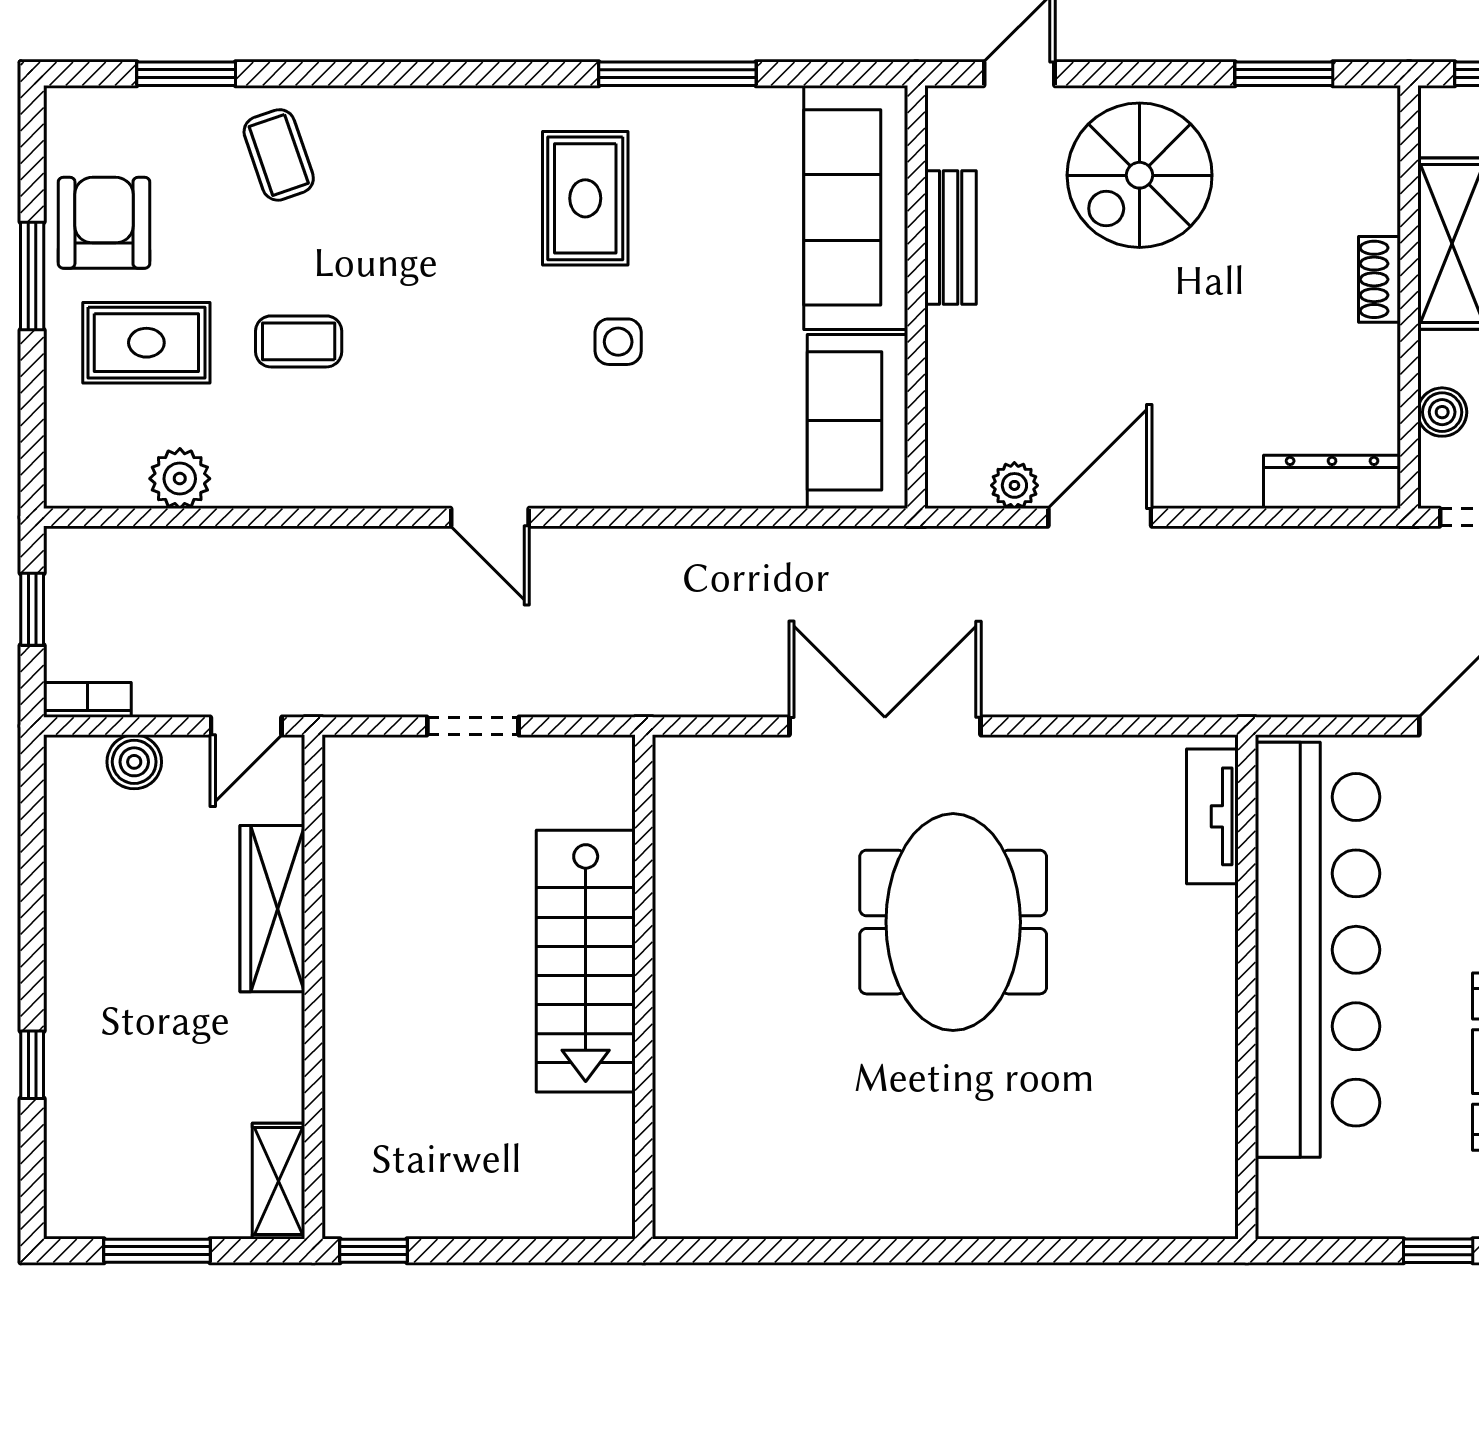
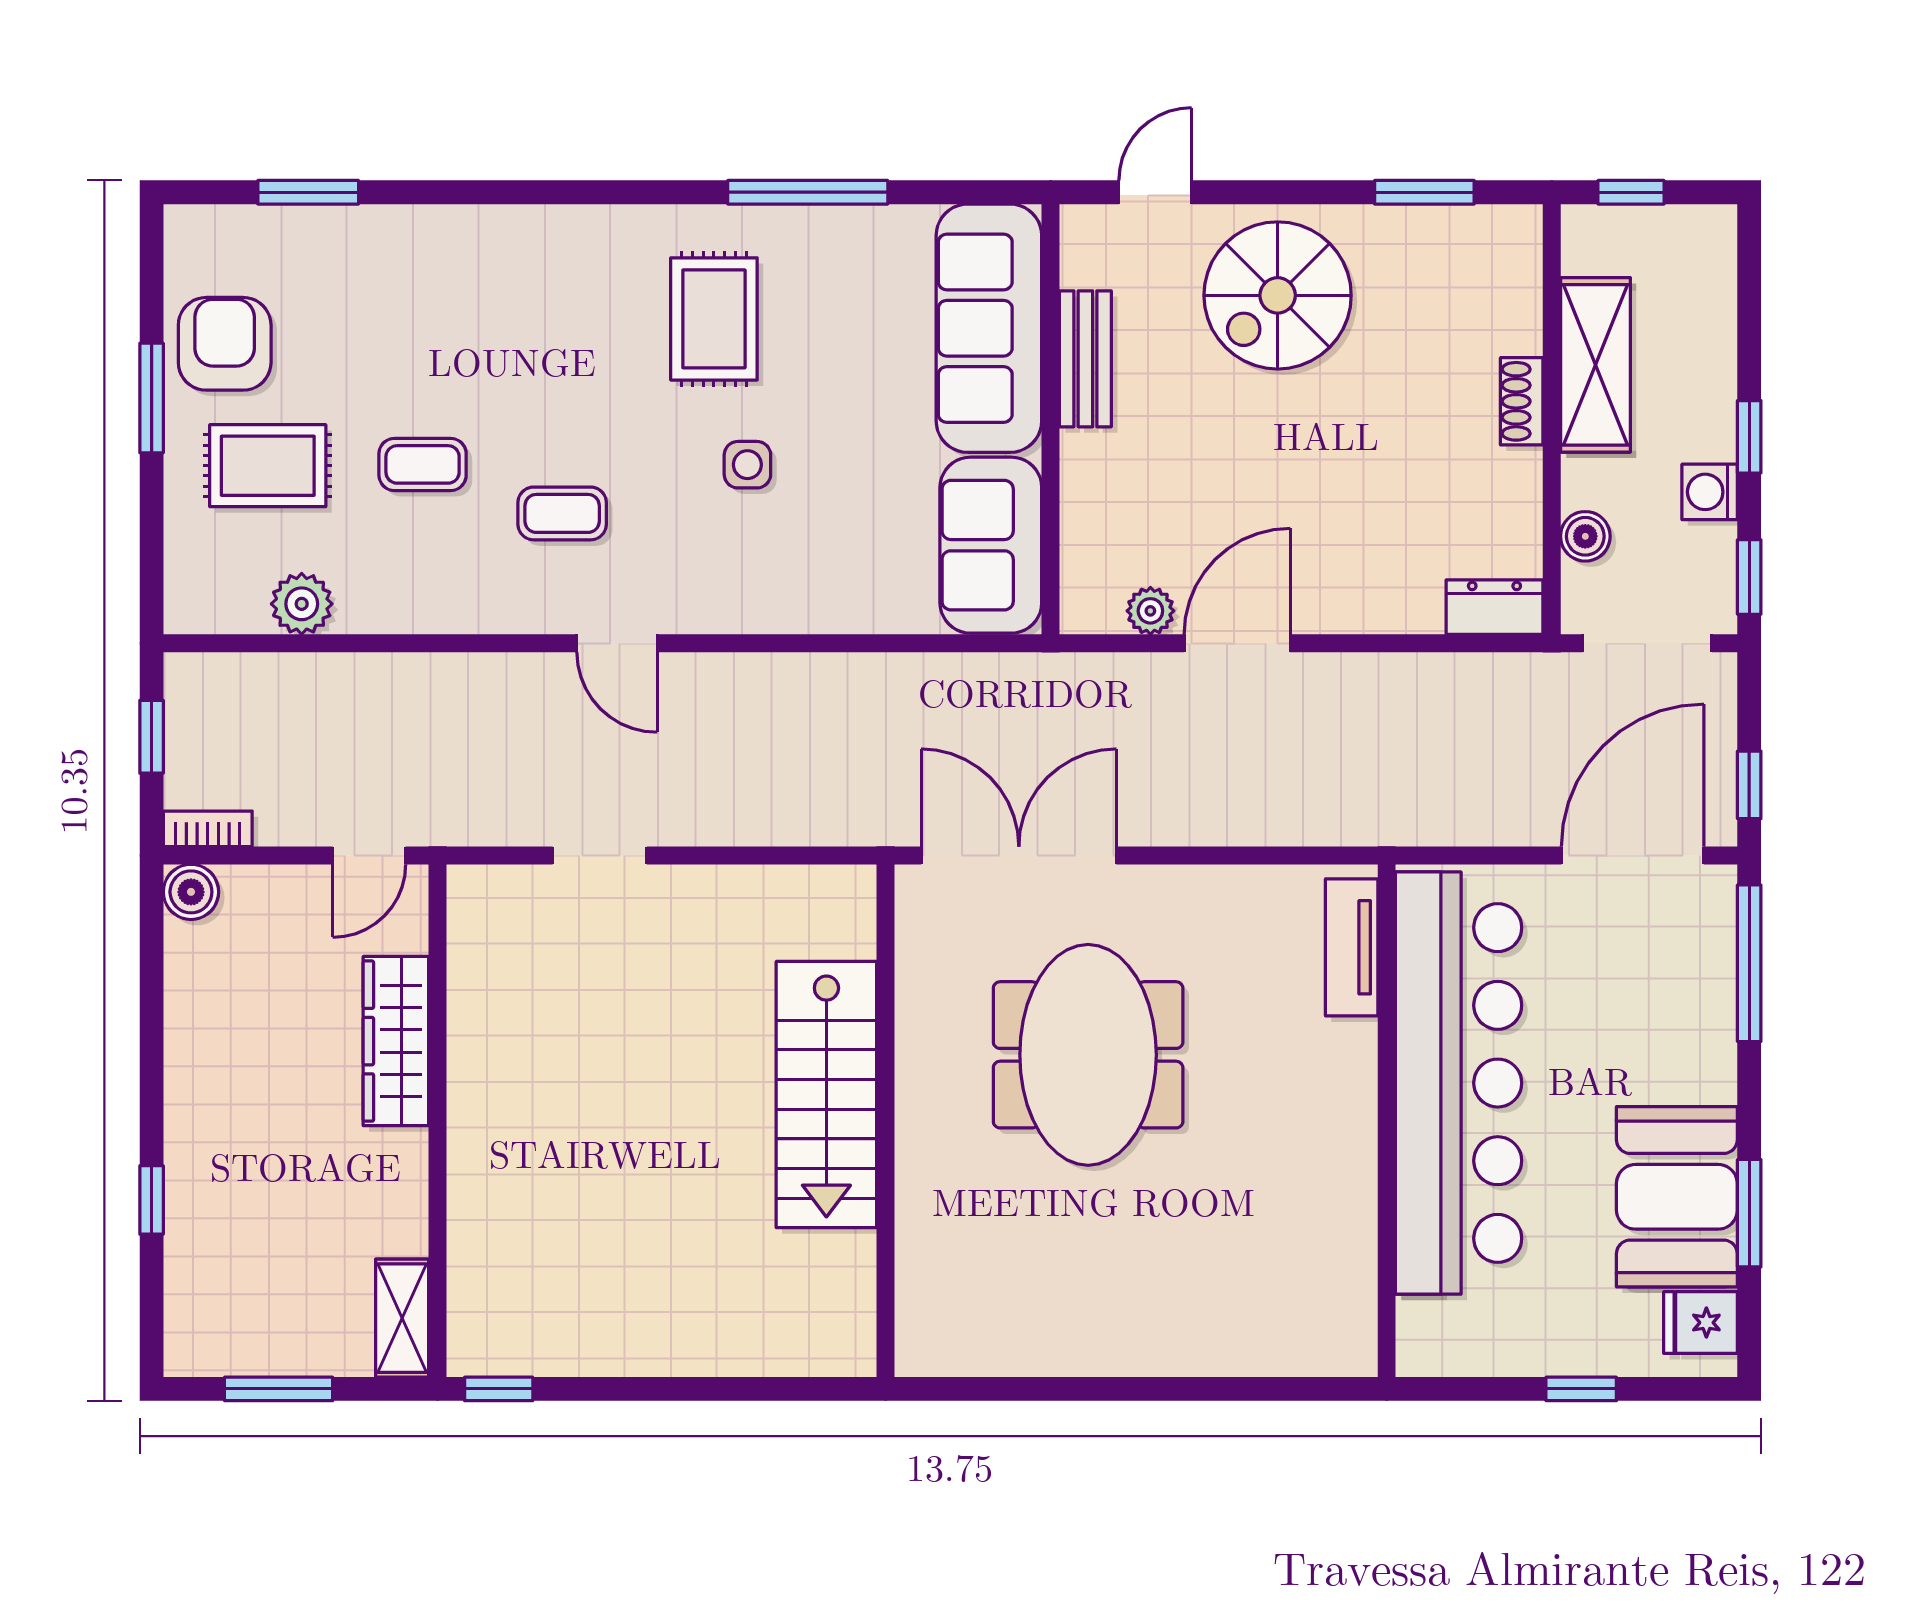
coffee table: (279, 155) -> (562, 513), moved, turned -71
dresser: (1332, 482) -> (1494, 607), width x0.70
boiler: (134, 762) -> (191, 892), moved
stairs: (586, 961) -> (826, 1095), moved
wall: (644, 987) -> (886, 1121), moved

